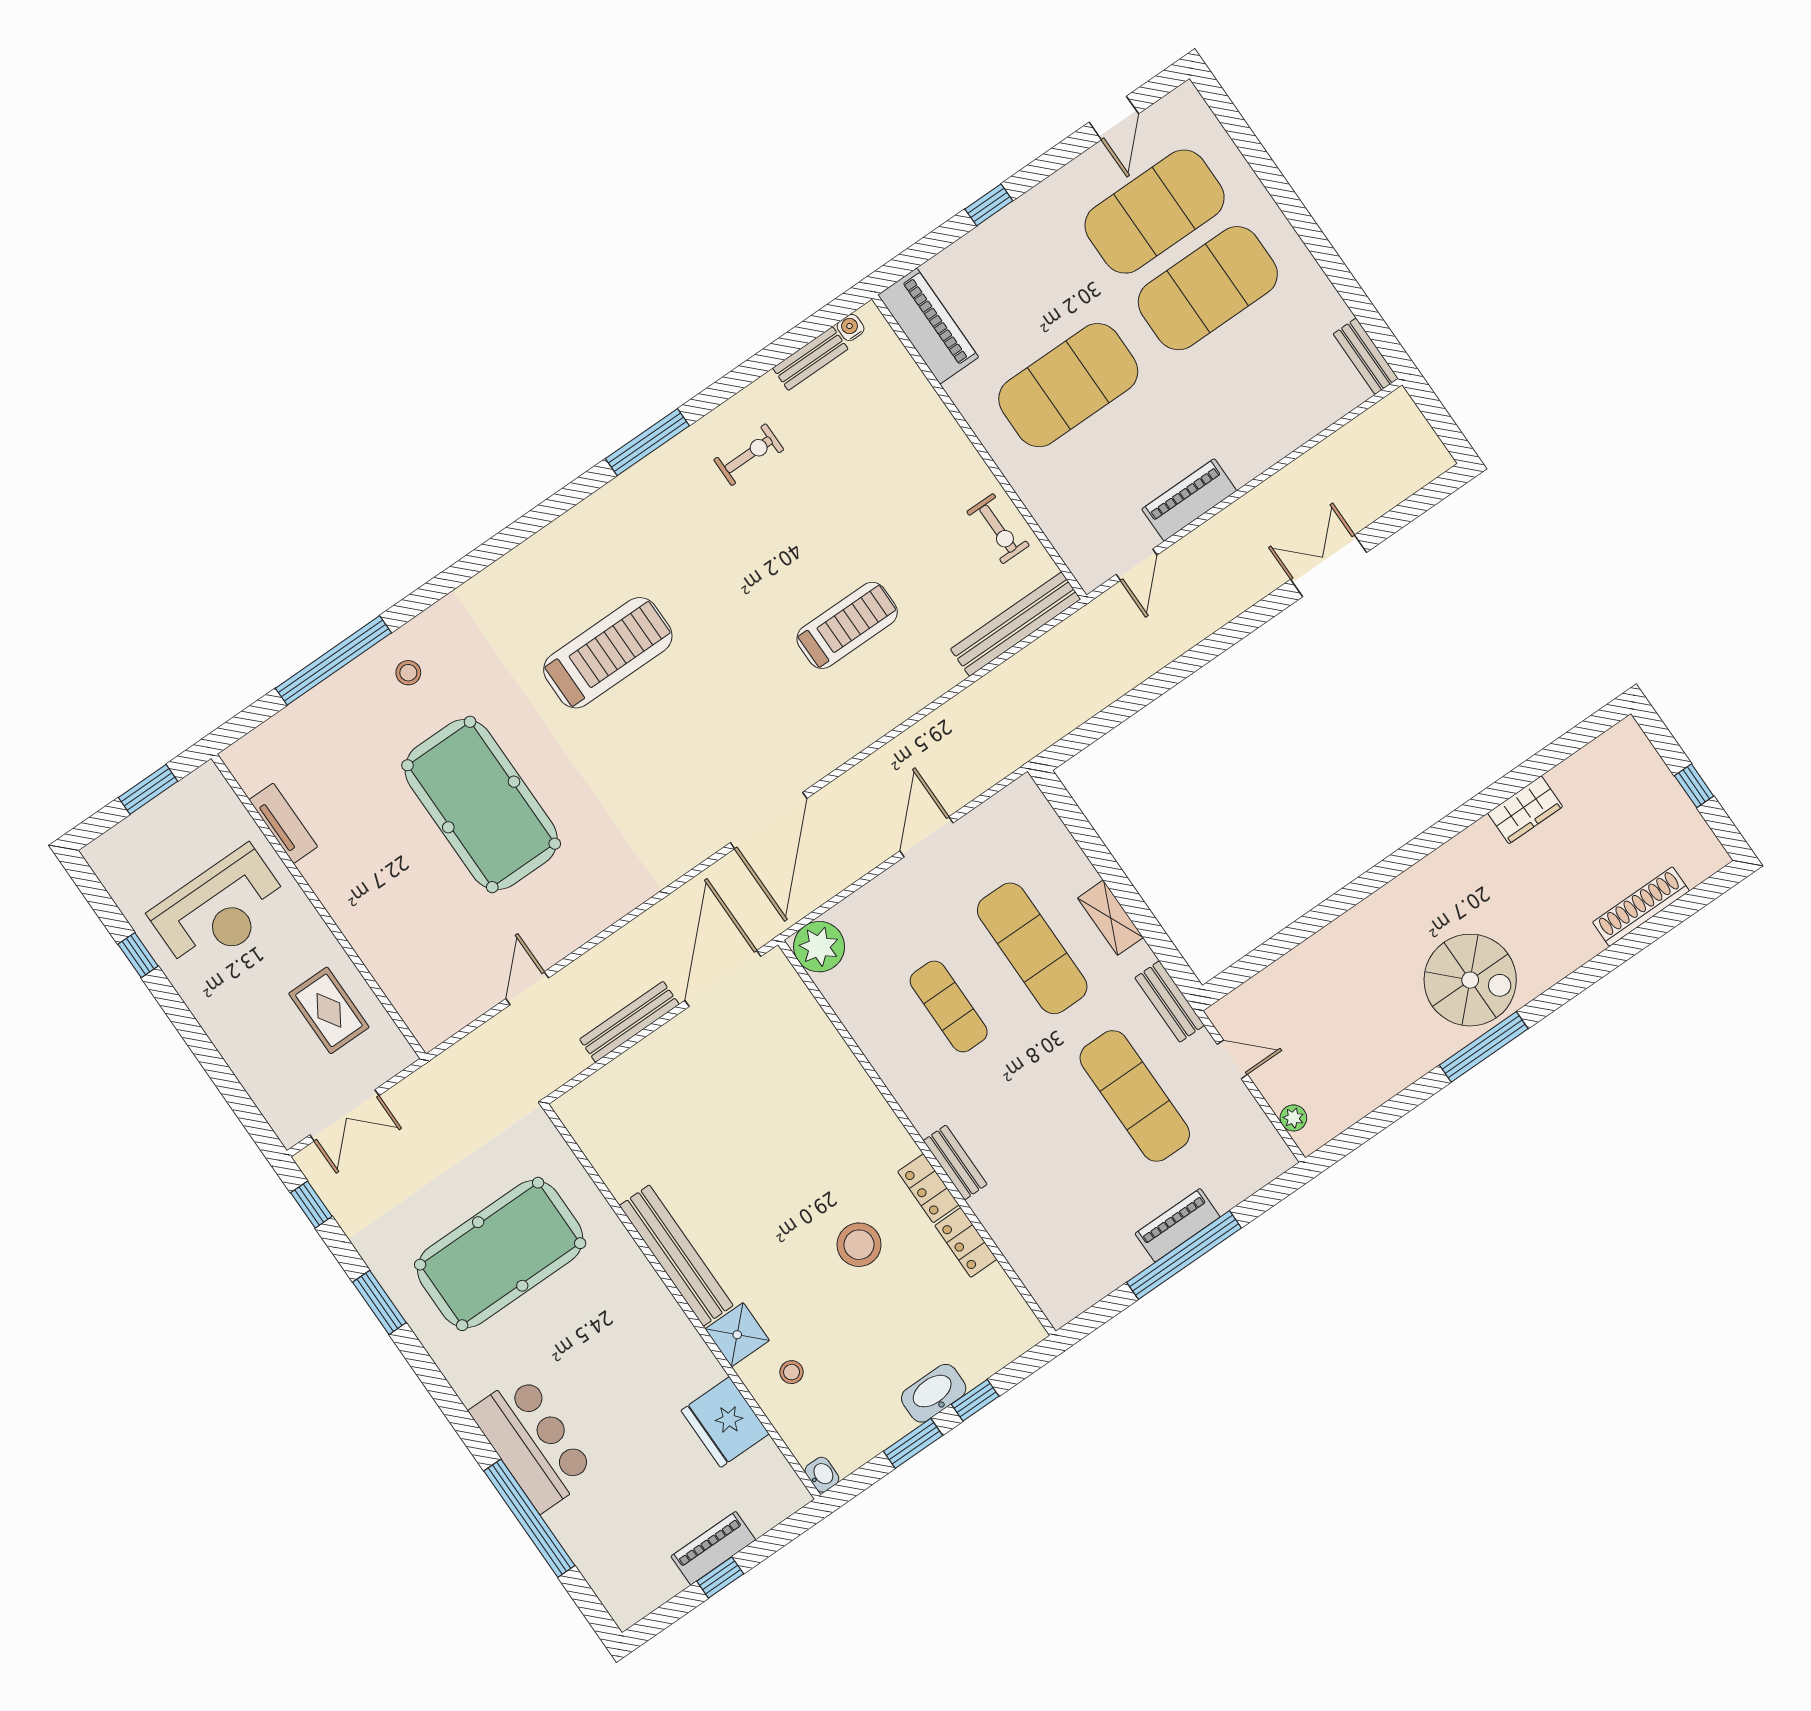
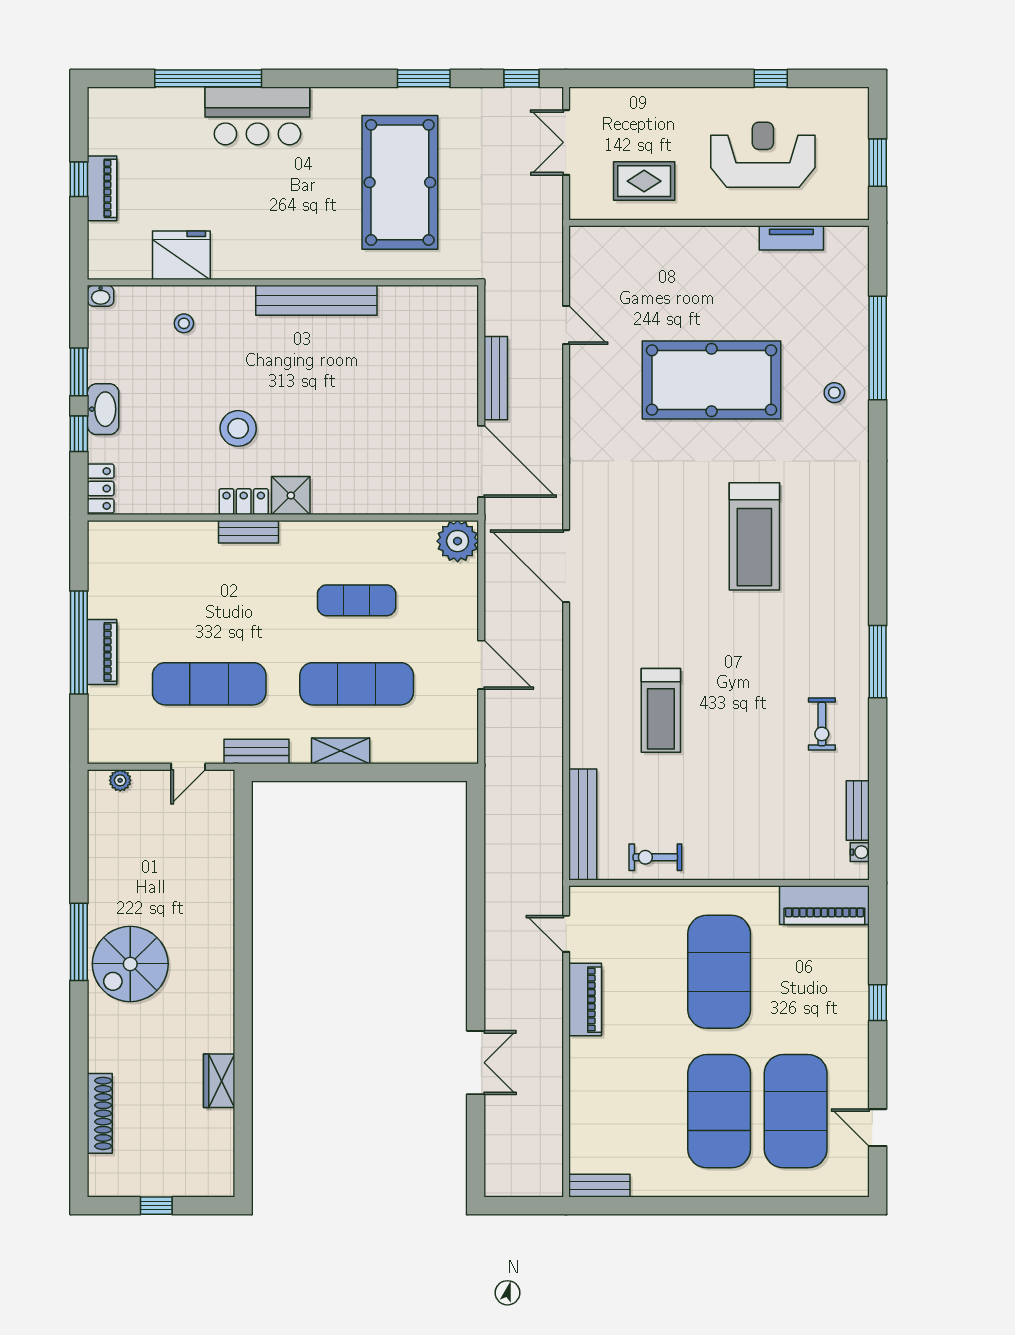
reception desk: (220, 910) -> (763, 155), turned 90
locker: (966, 1242) -> (101, 489), moved, turned 90
shower: (737, 1335) -> (291, 495), moved

